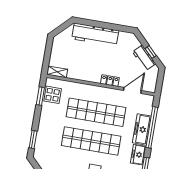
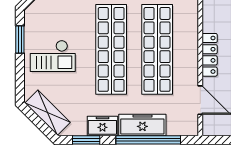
locker: (110, 81) -> (210, 55), width x1.53

